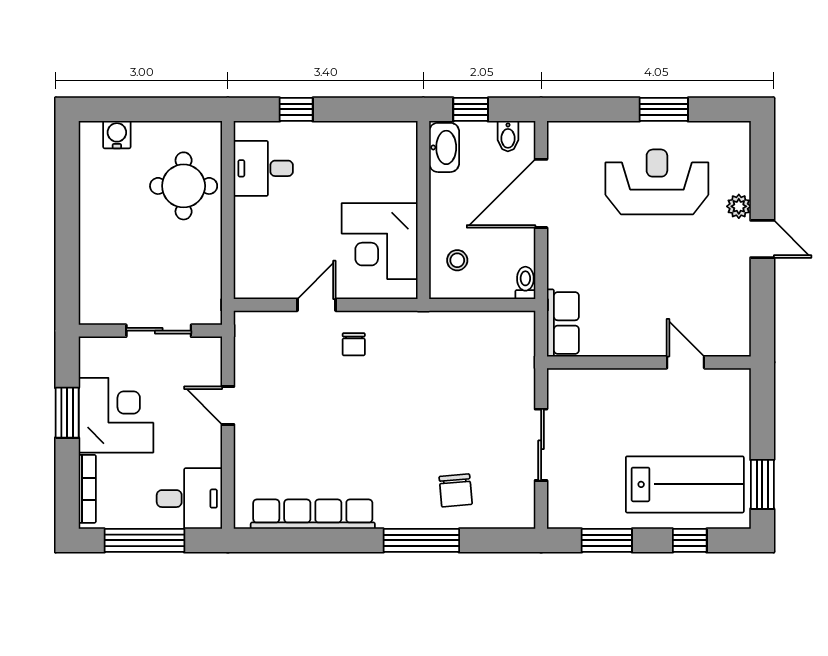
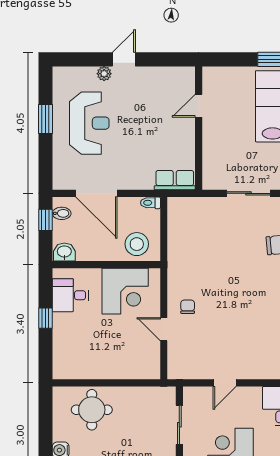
window: (296, 109) -> (45, 318), moved
window: (471, 109) -> (45, 220), moved
washbasin: (444, 147) -> (64, 252), width x0.72
desk: (263, 168) -> (70, 295), moved, turned 90
reception desk: (657, 182) -> (89, 123), turned 180
stool: (457, 260) -> (137, 244), width x1.89, depth x1.89
chair: (354, 344) -> (188, 307), turned -90

